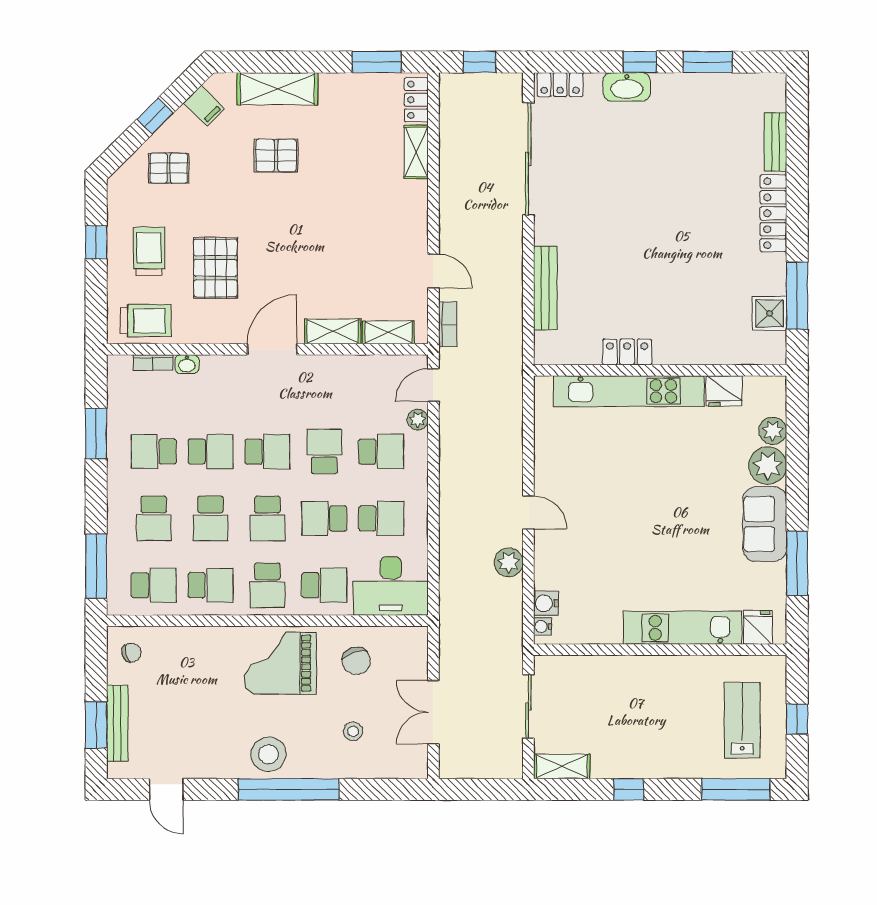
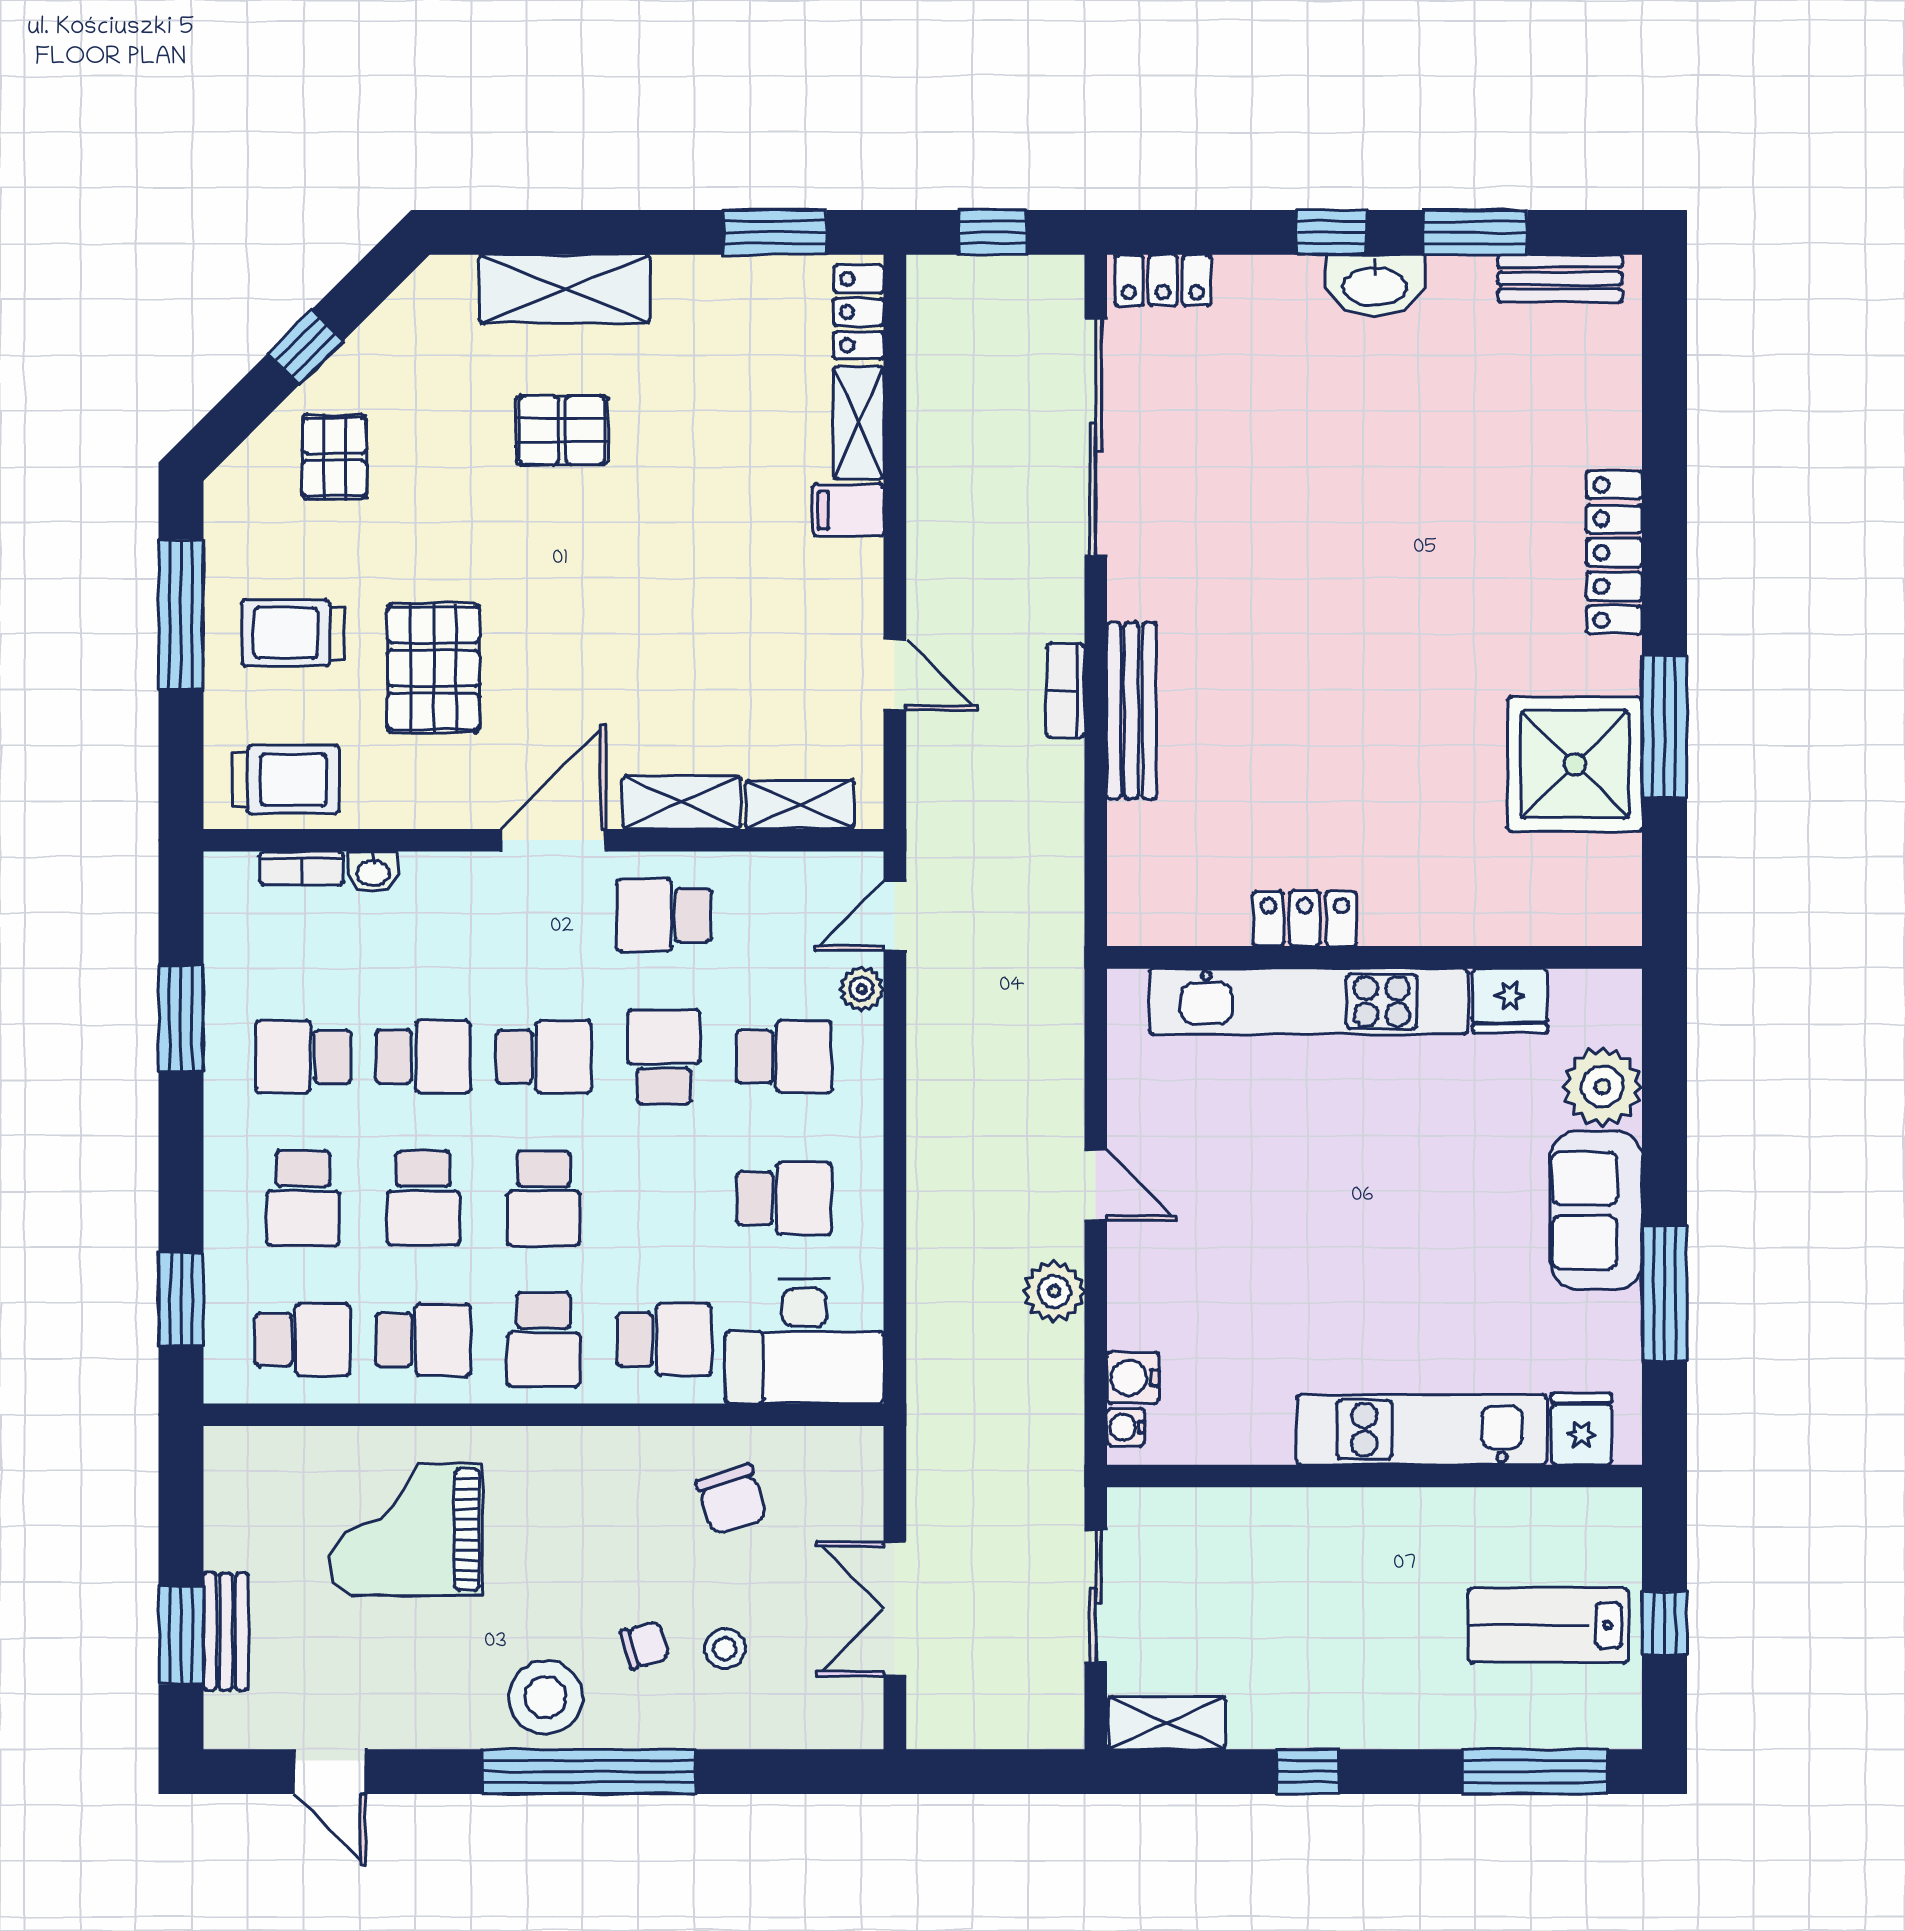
washbasin: (627, 87) -> (1375, 285), moved
filing cabinet: (204, 106) -> (848, 510), moved, turned 135
bench: (775, 142) -> (1560, 278), moved, turned 90
pallet: (169, 168) -> (335, 457), turned 90
window: (96, 243) -> (181, 614), width x2.17
trolley: (149, 251) -> (293, 633), turned -90
shower: (769, 313) -> (1575, 764), width x1.86, depth x1.86
bookcase: (448, 324) -> (1066, 691), moved, turned 180
locker: (627, 352) -> (1305, 919), moved
wall: (660, 370) -> (1375, 957), moved
kitchen unit: (629, 391) -> (1308, 1001), moved
fridge: (724, 391) -> (1510, 1001), moved
plant: (773, 431) -> (1613, 1013), removed
school desk: (324, 518) -> (664, 915), moved
window: (96, 566) -> (181, 1299), width x0.69
chair: (132, 653) -> (645, 1645), moved
grand piano: (280, 663) -> (406, 1530), moved
lab bench: (742, 720) -> (1548, 1625), turned -90
bench: (117, 723) -> (226, 1631), width x0.73

